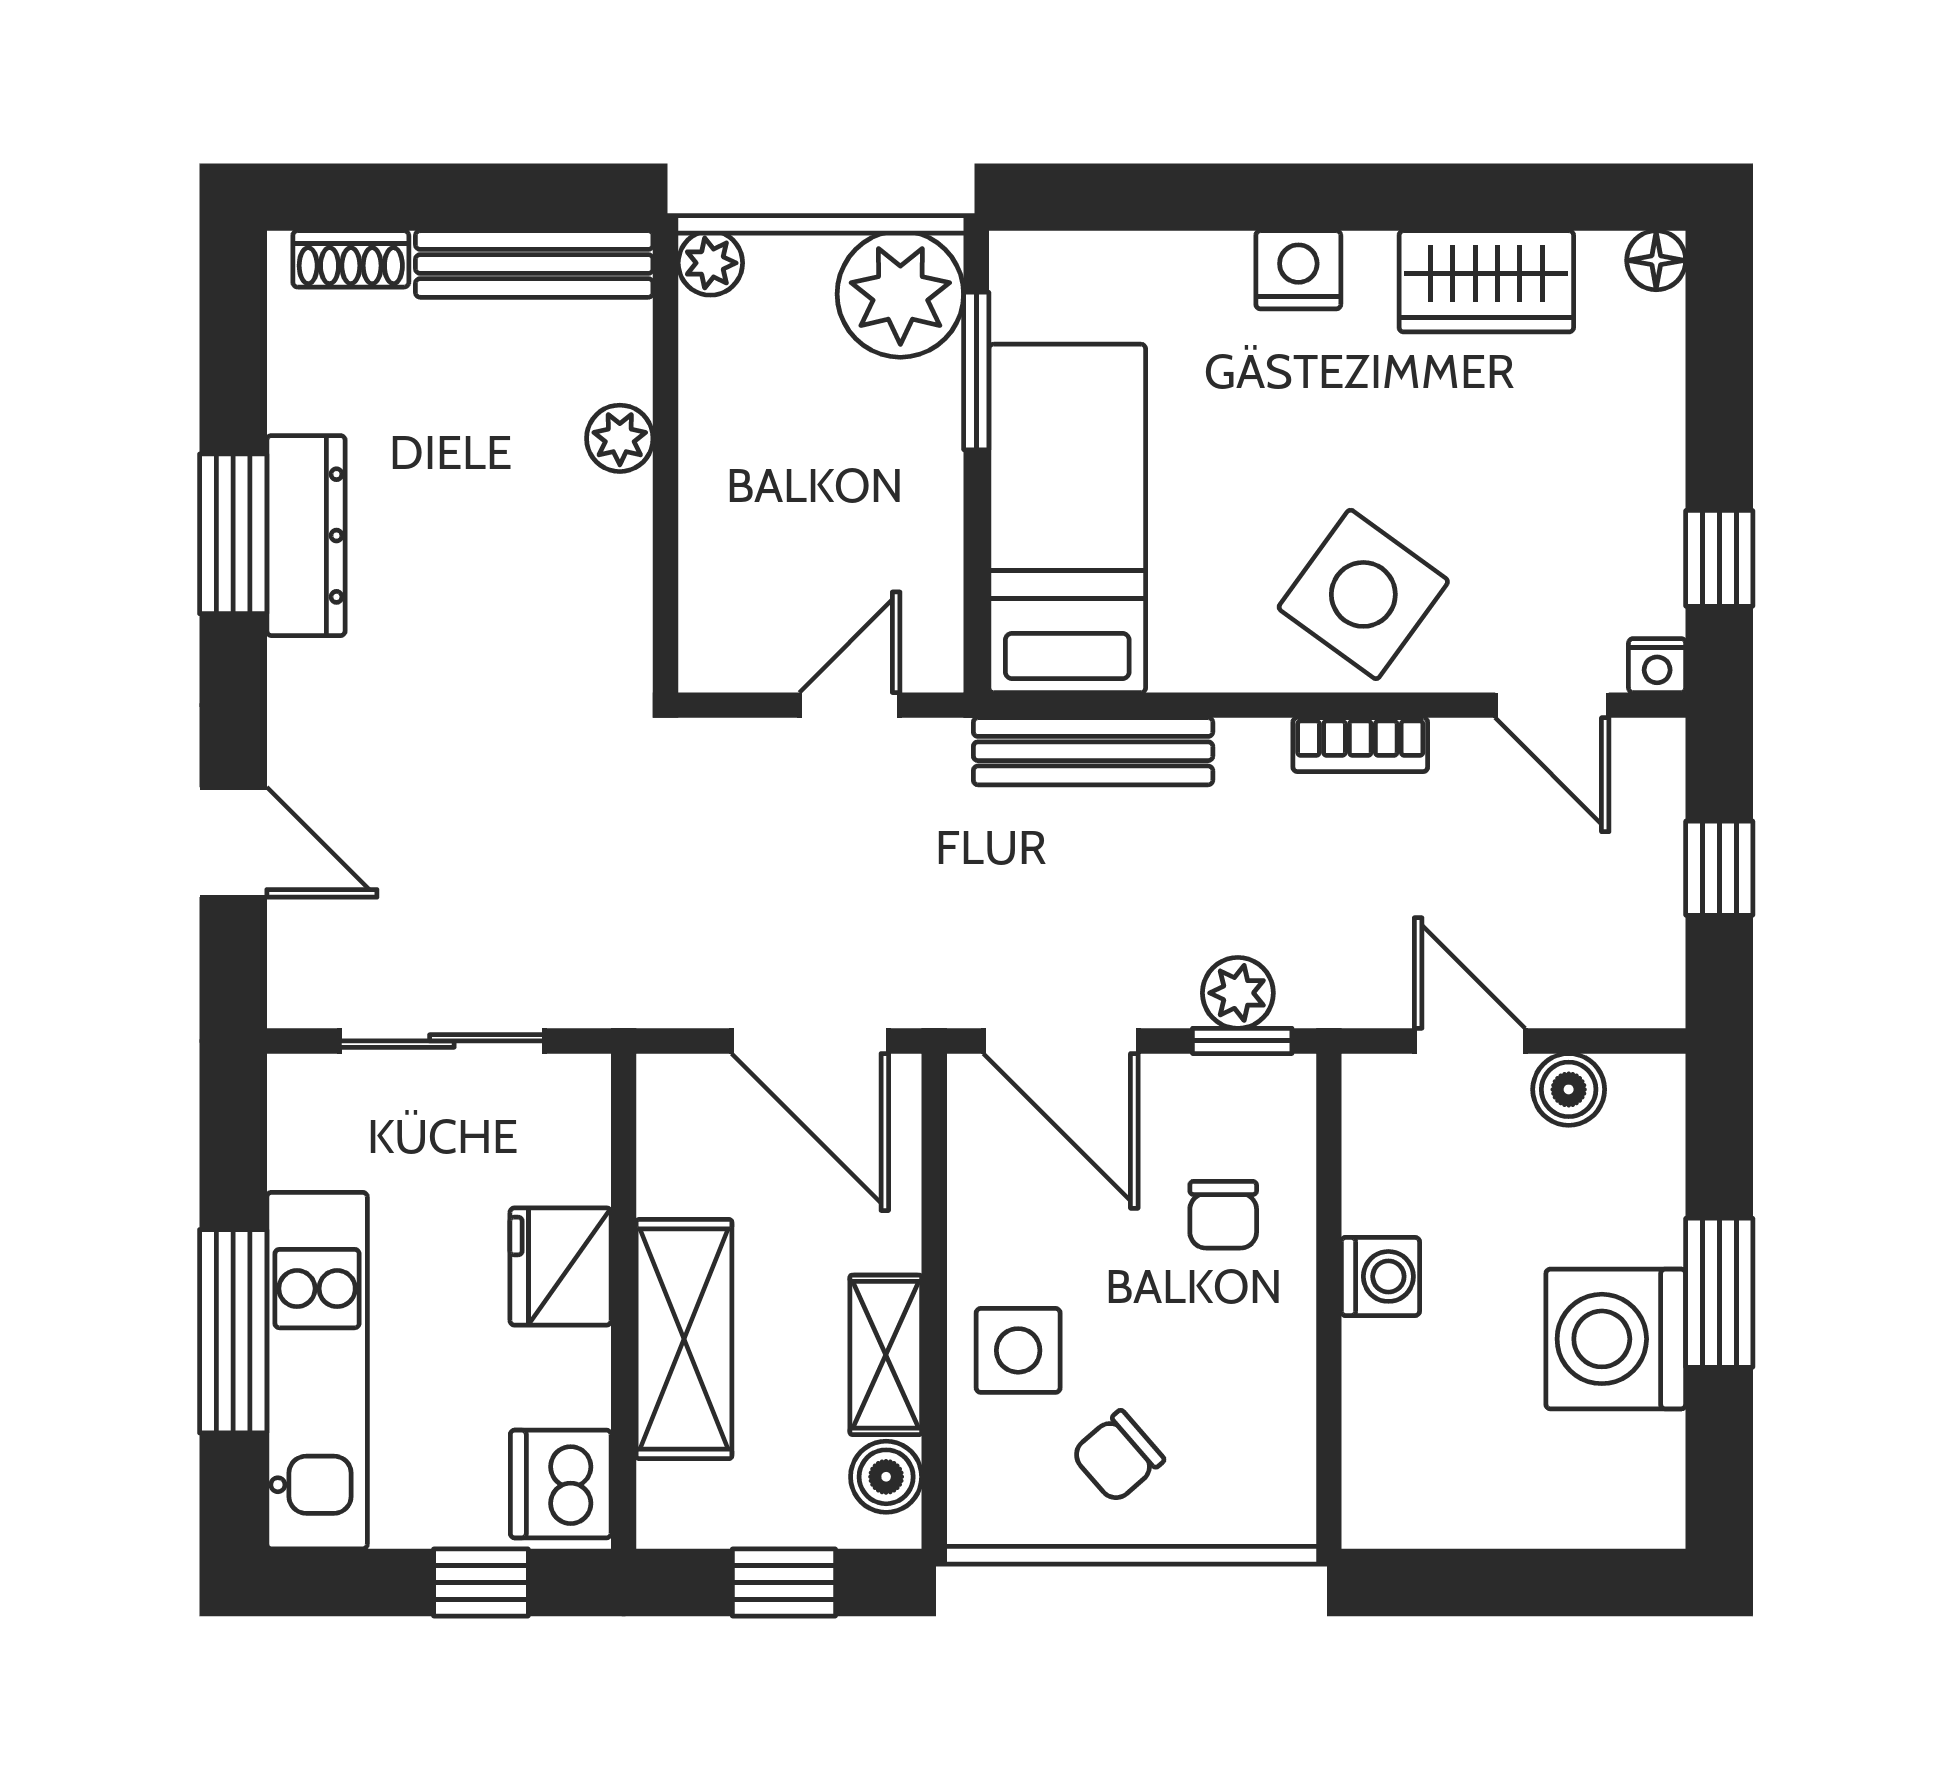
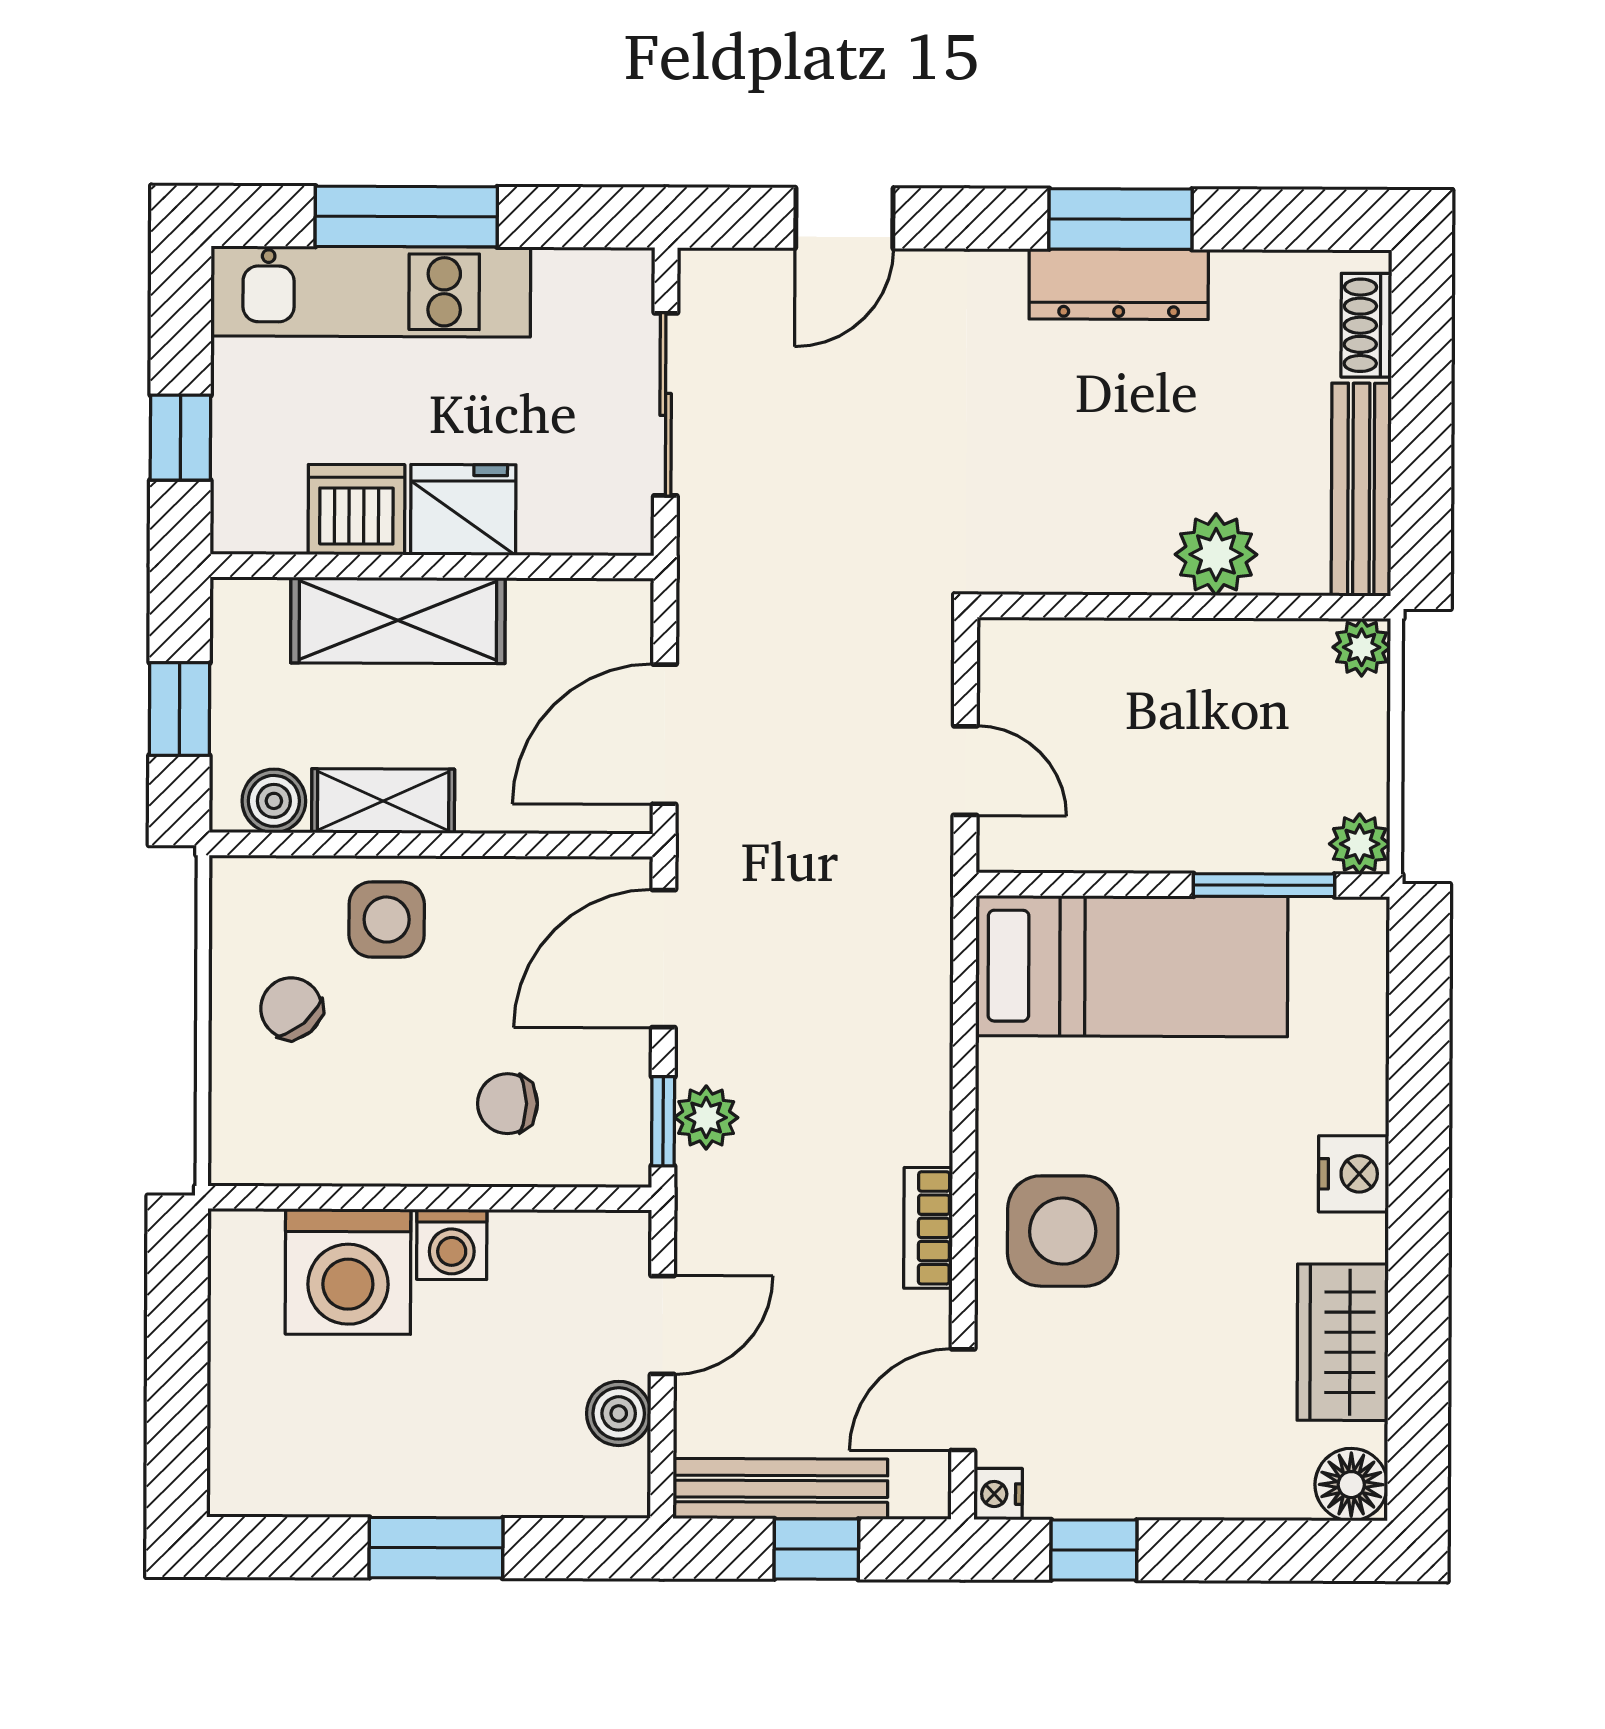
floor lamp: (1656, 260) -> (1351, 1485), width x1.37, depth x1.37
plant: (900, 294) -> (1360, 844), width x0.53, depth x0.53
plant: (620, 438) -> (1216, 554), width x1.38, depth x1.38
side table: (1363, 594) -> (1063, 1231), turned -36
bench: (1093, 751) -> (780, 1489), moved, turned 90
washing machine: (1616, 1339) -> (348, 1272), moved, turned 180
dishwasher: (561, 1484) -> (356, 510), moved

